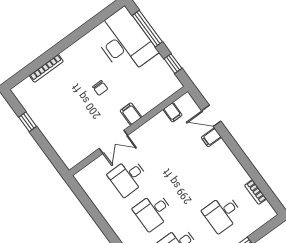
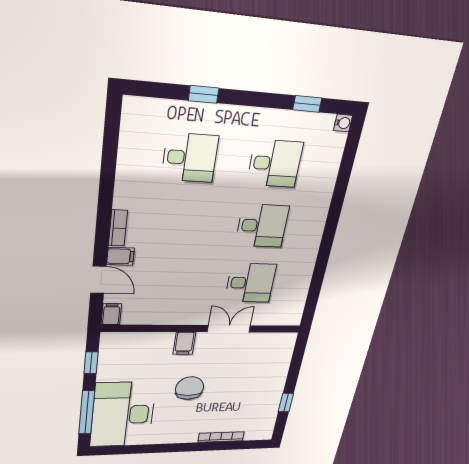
chair: (100, 88) -> (190, 388), width x1.87, depth x1.87
filing cabinet: (173, 112) -> (111, 314), moved
bookcase: (256, 192) -> (118, 228), moved

